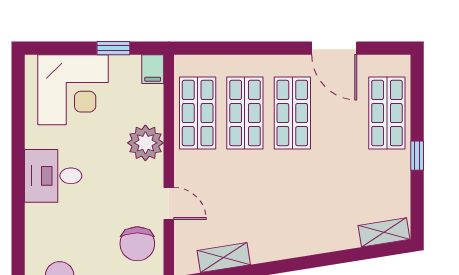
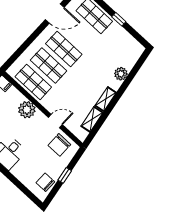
shelving: (384, 232) -> (106, 99), moved
plant: (336, 237) -> (121, 74), added
chair: (137, 244) -> (59, 145), turned 90

